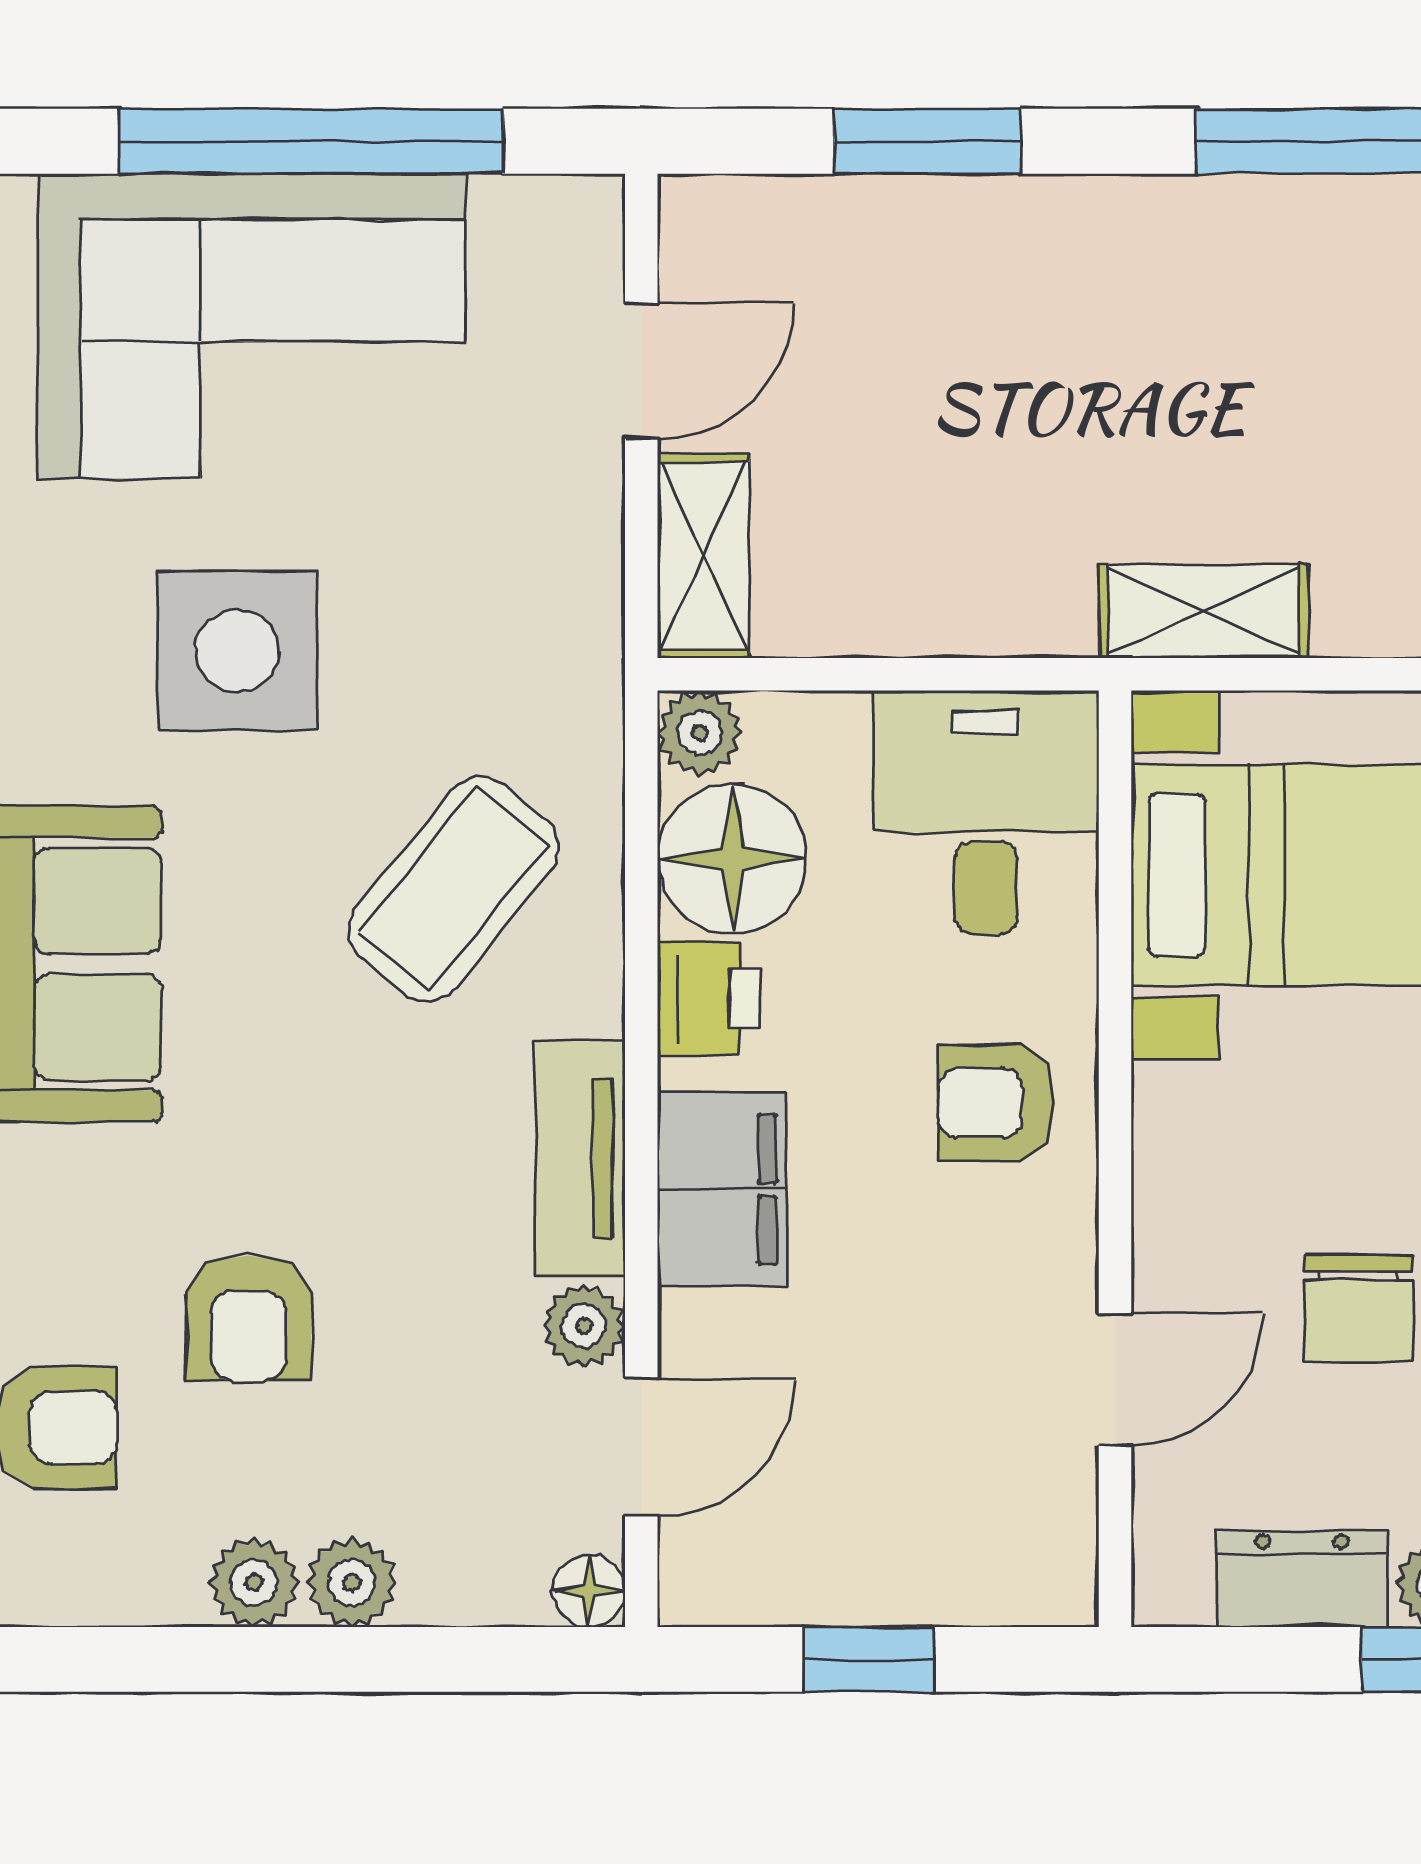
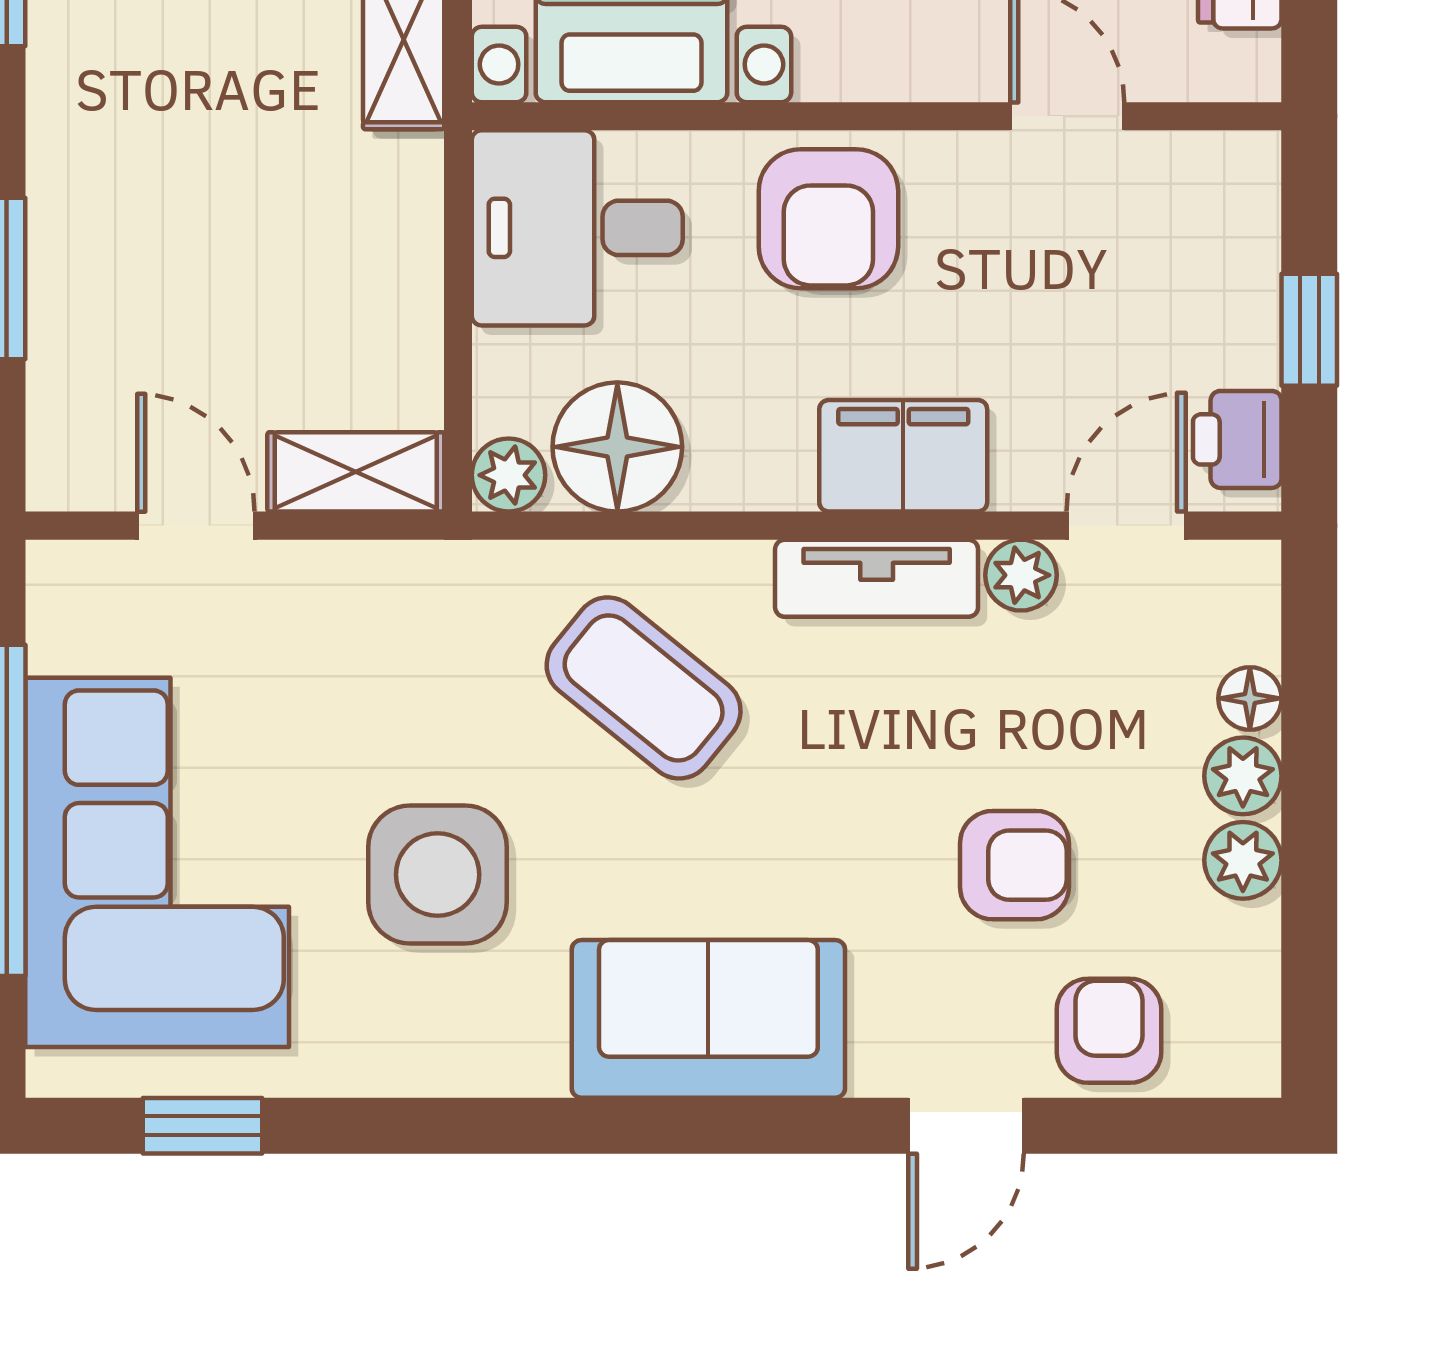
printer: (709, 998) -> (1237, 439), moved, turned -90
armchair: (996, 1103) -> (828, 219), width x1.38, depth x1.38
door: (641, 1447) -> (1126, 526), hinge flipped
floor lamp: (589, 1591) -> (1250, 698), moved

